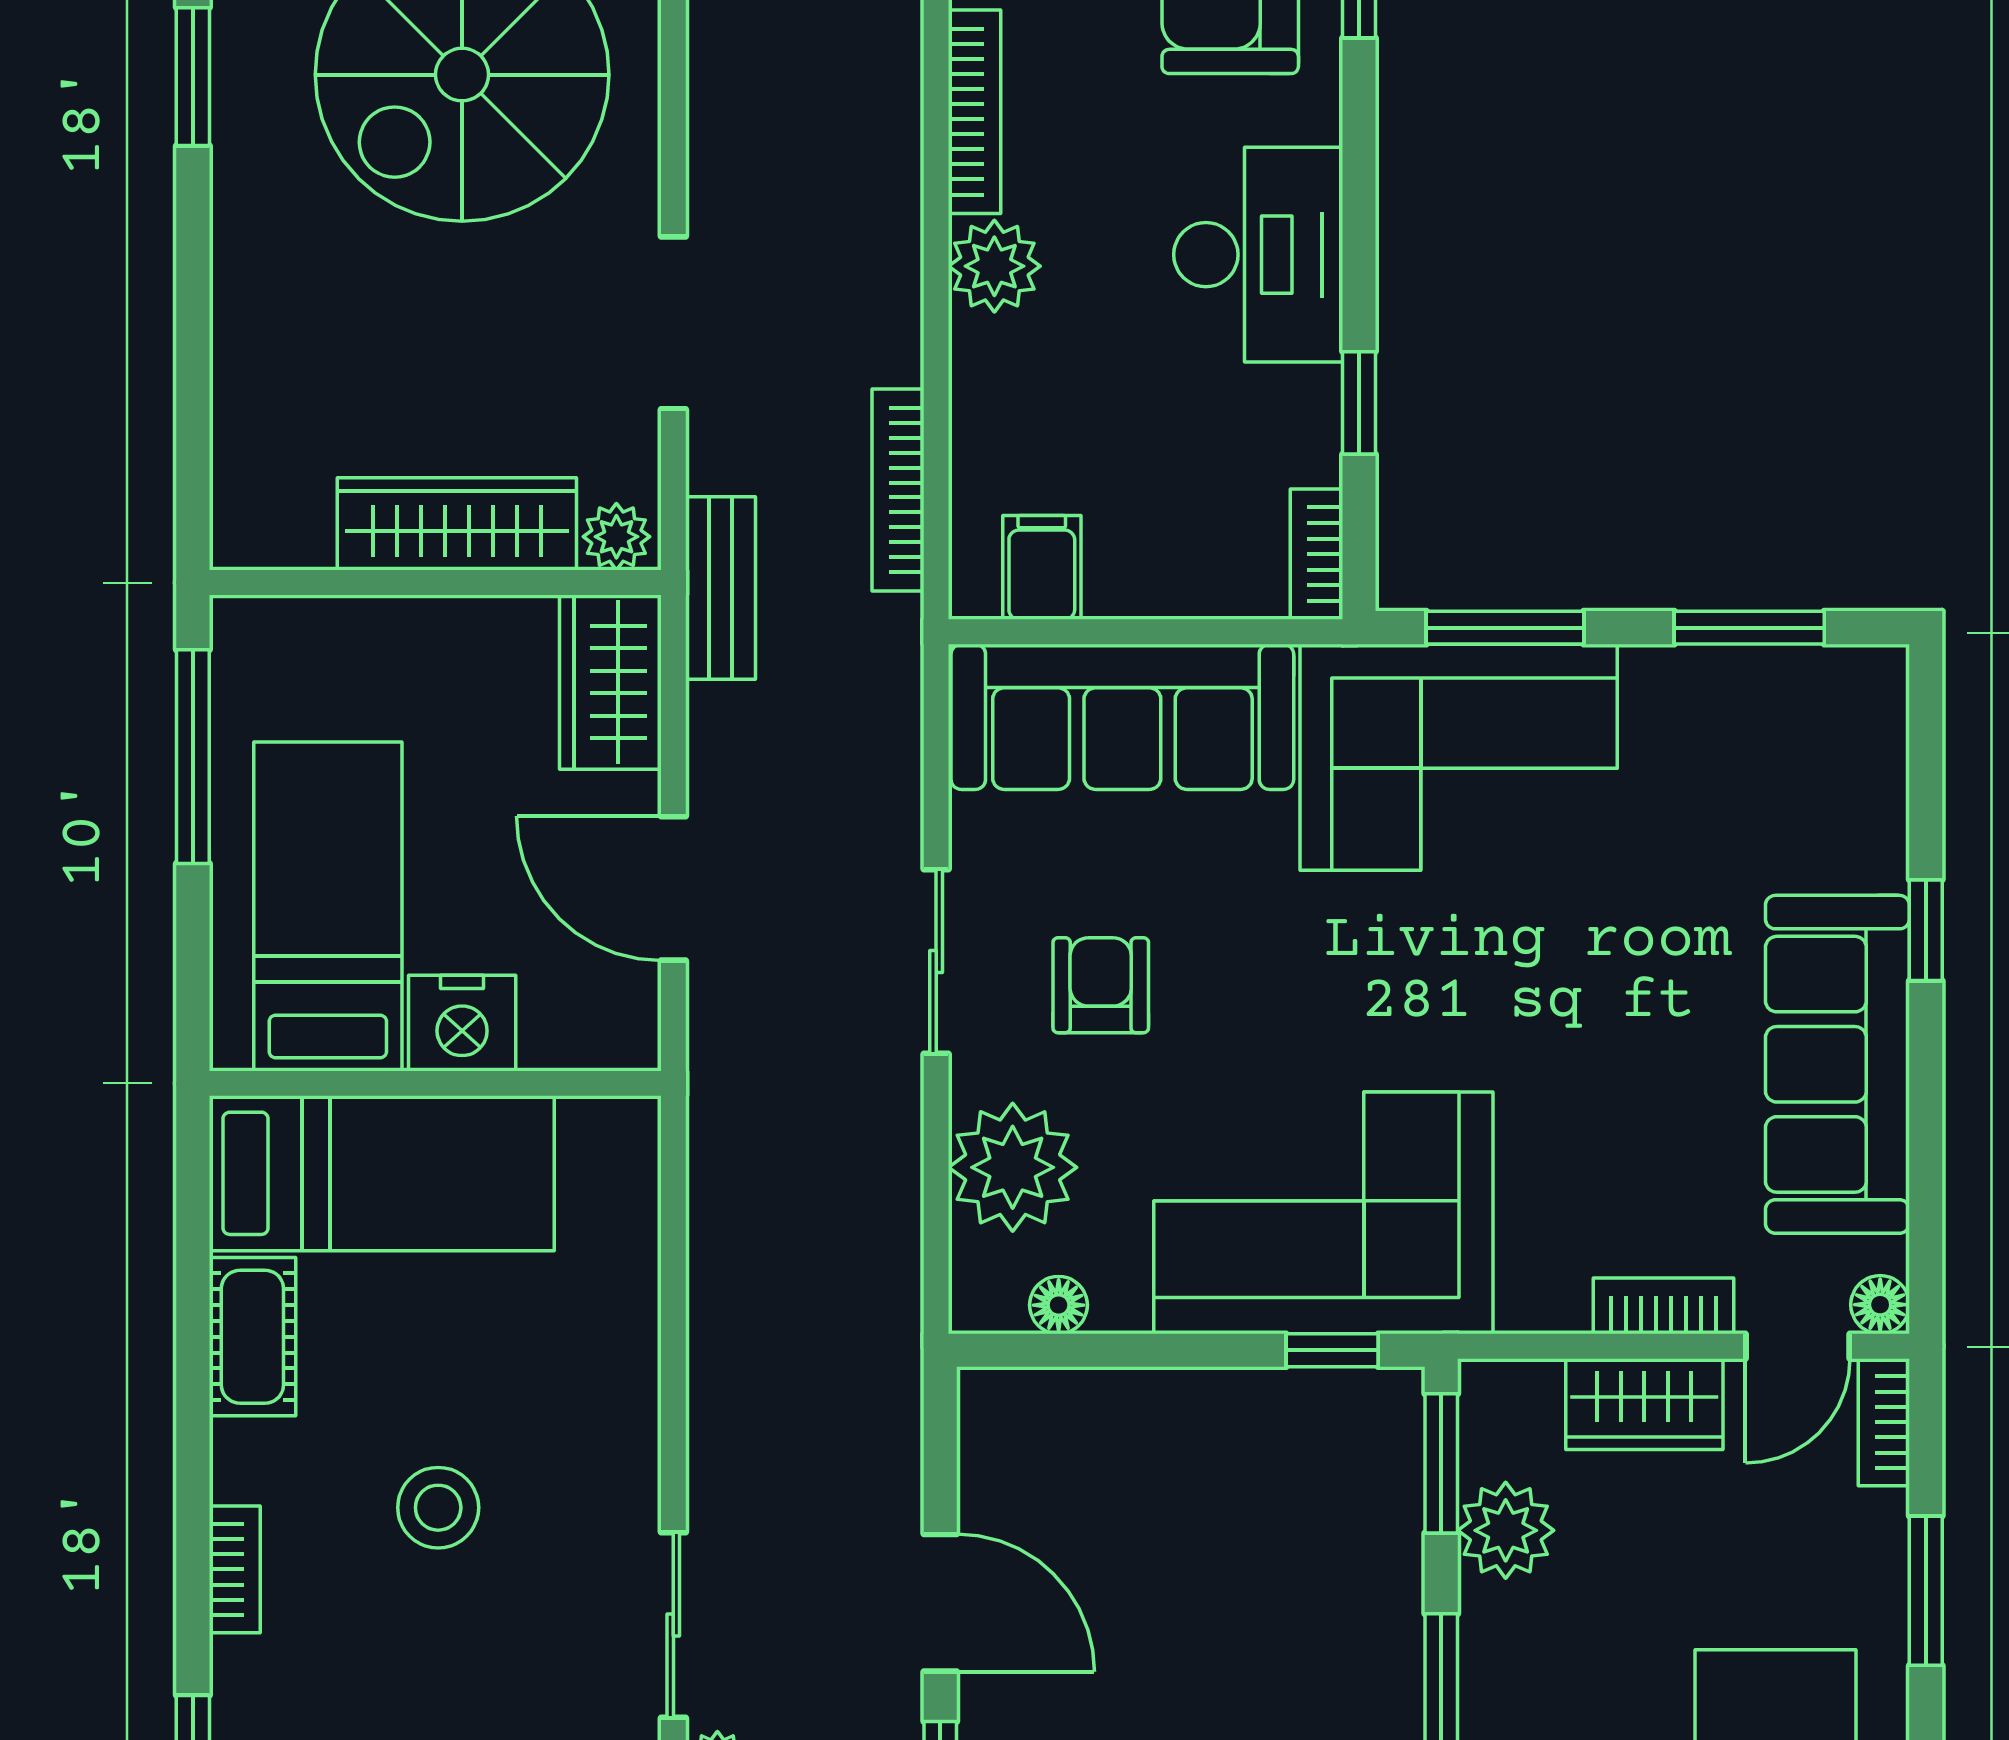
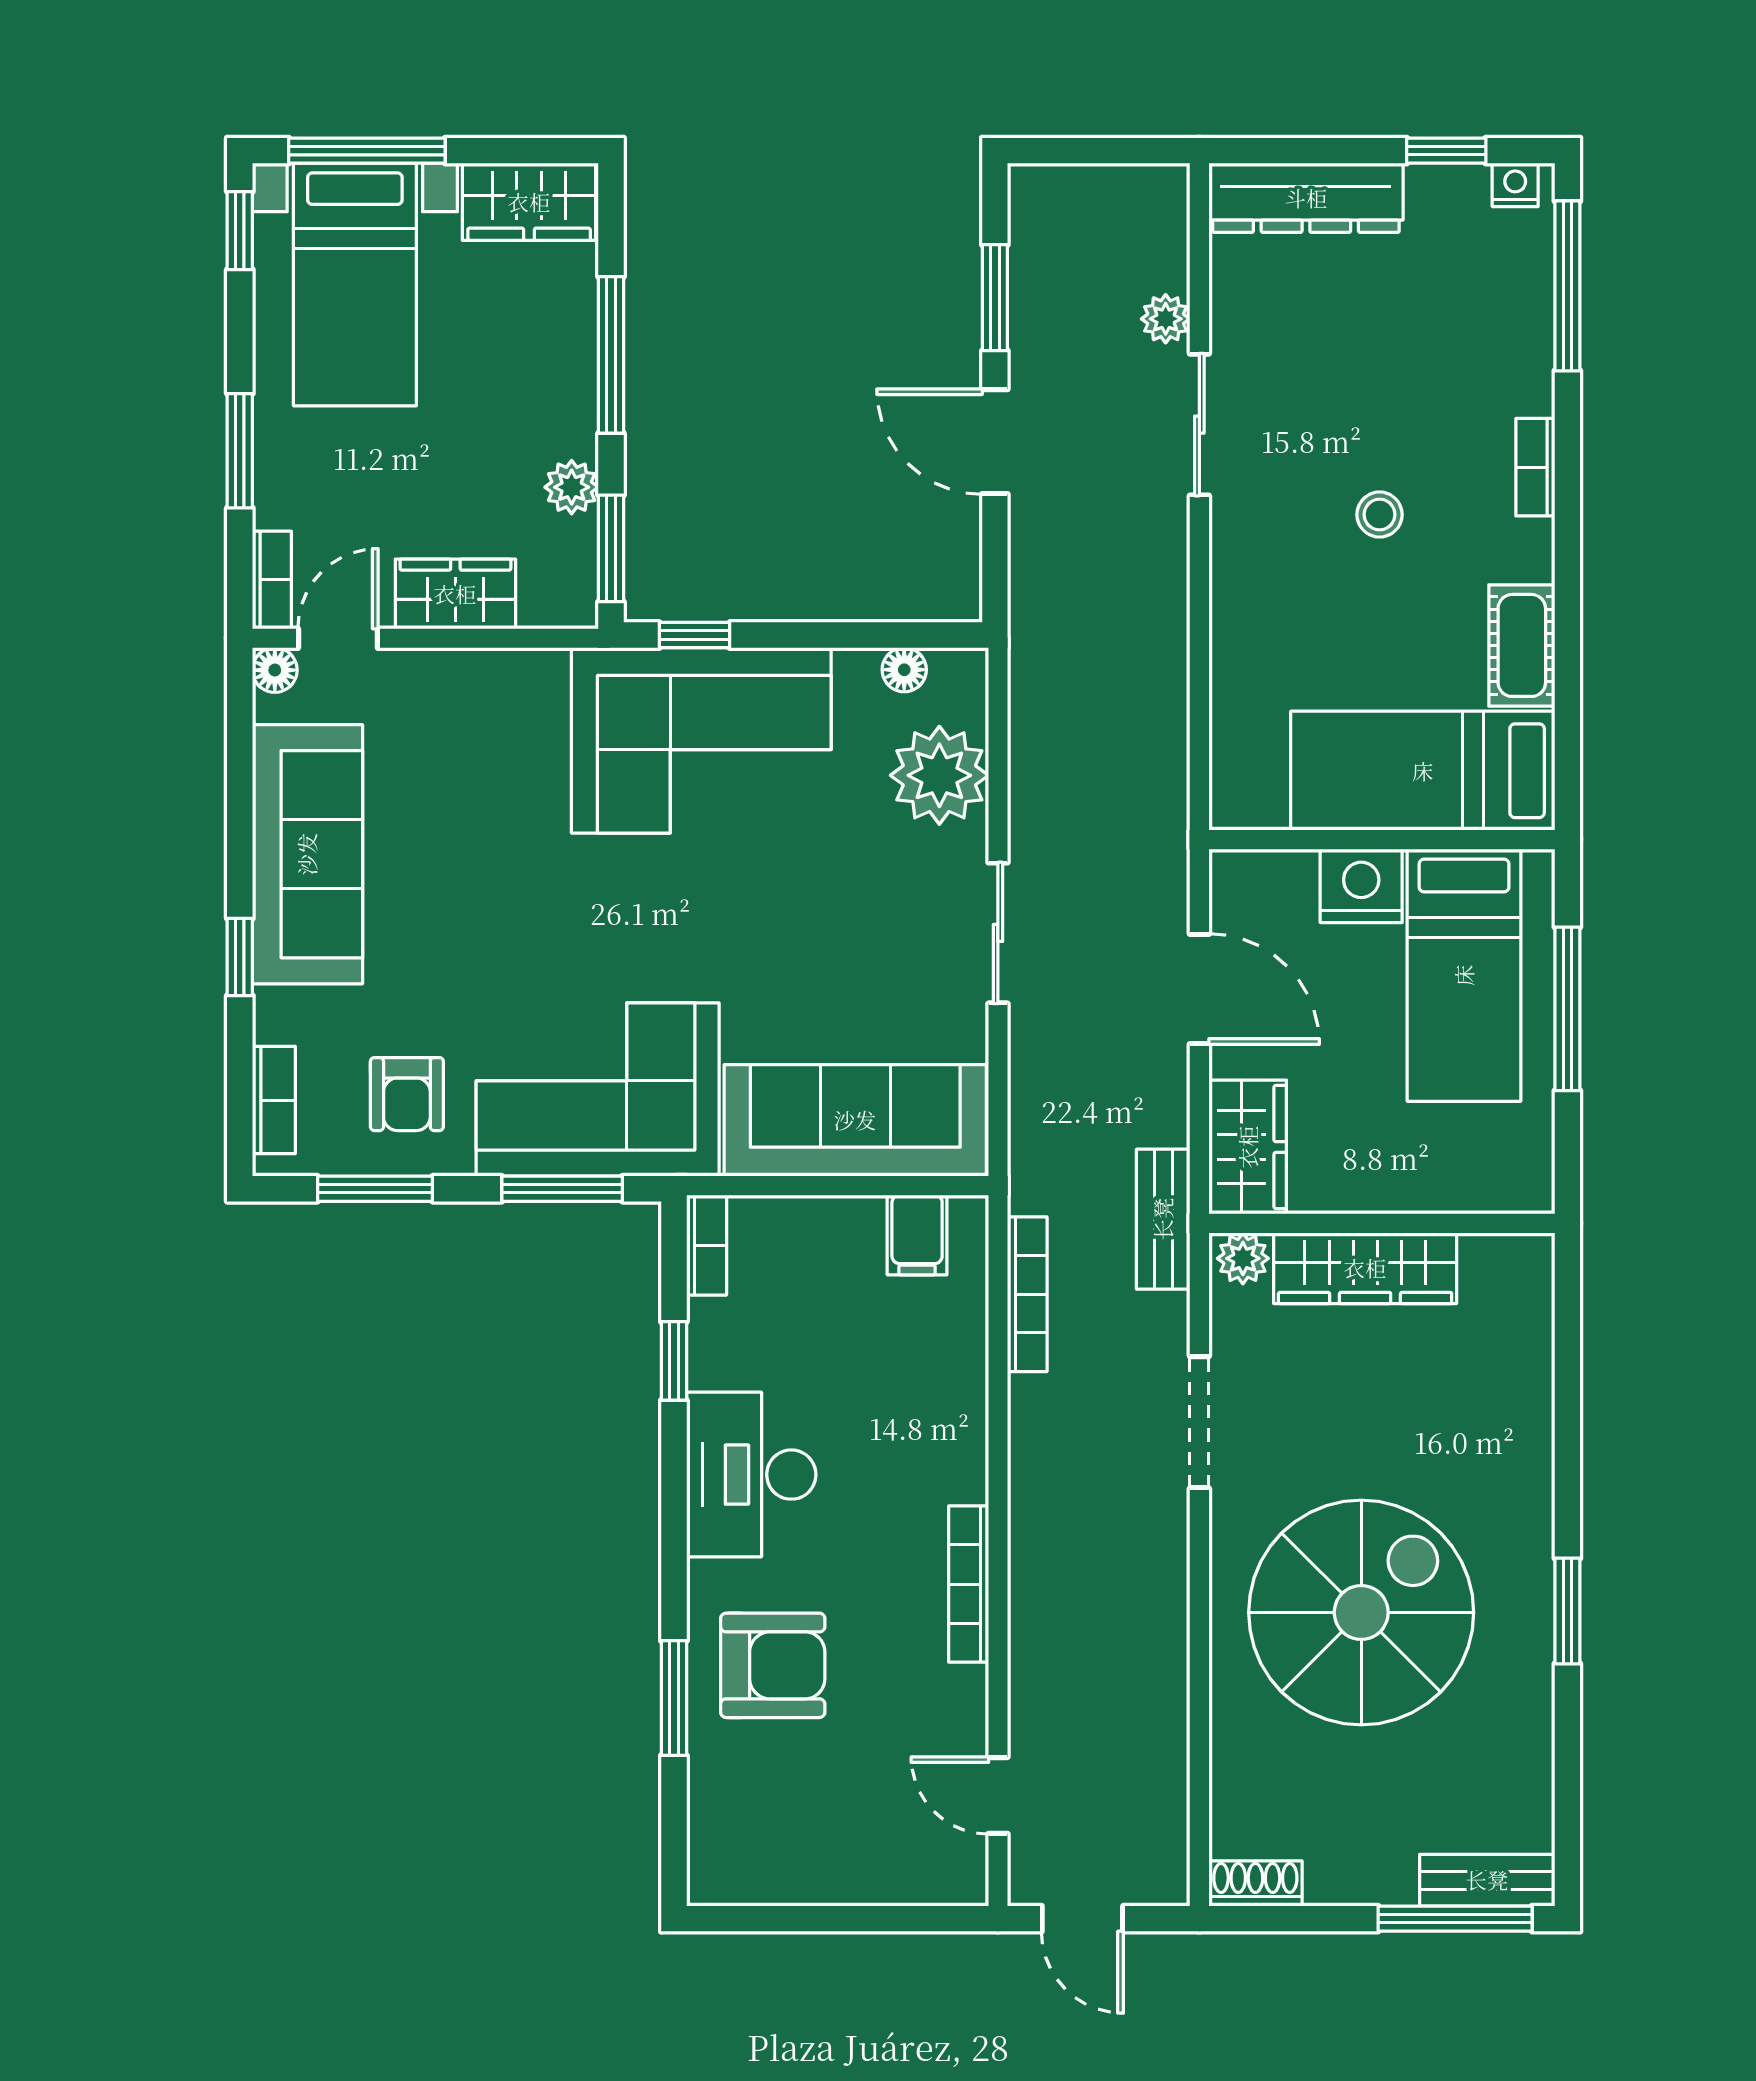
plant: (994, 266) -> (953, 1466), removed
window: (193, 757) -> (1567, 1009), moved
armchair: (1101, 985) -> (407, 1094), moved
bookcase: (1663, 1306) -> (274, 1100), moved, turned -90
stool: (438, 1508) -> (1380, 515), width x0.73, depth x0.73
plant: (1506, 1530) -> (572, 487), width x0.73, depth x0.73

